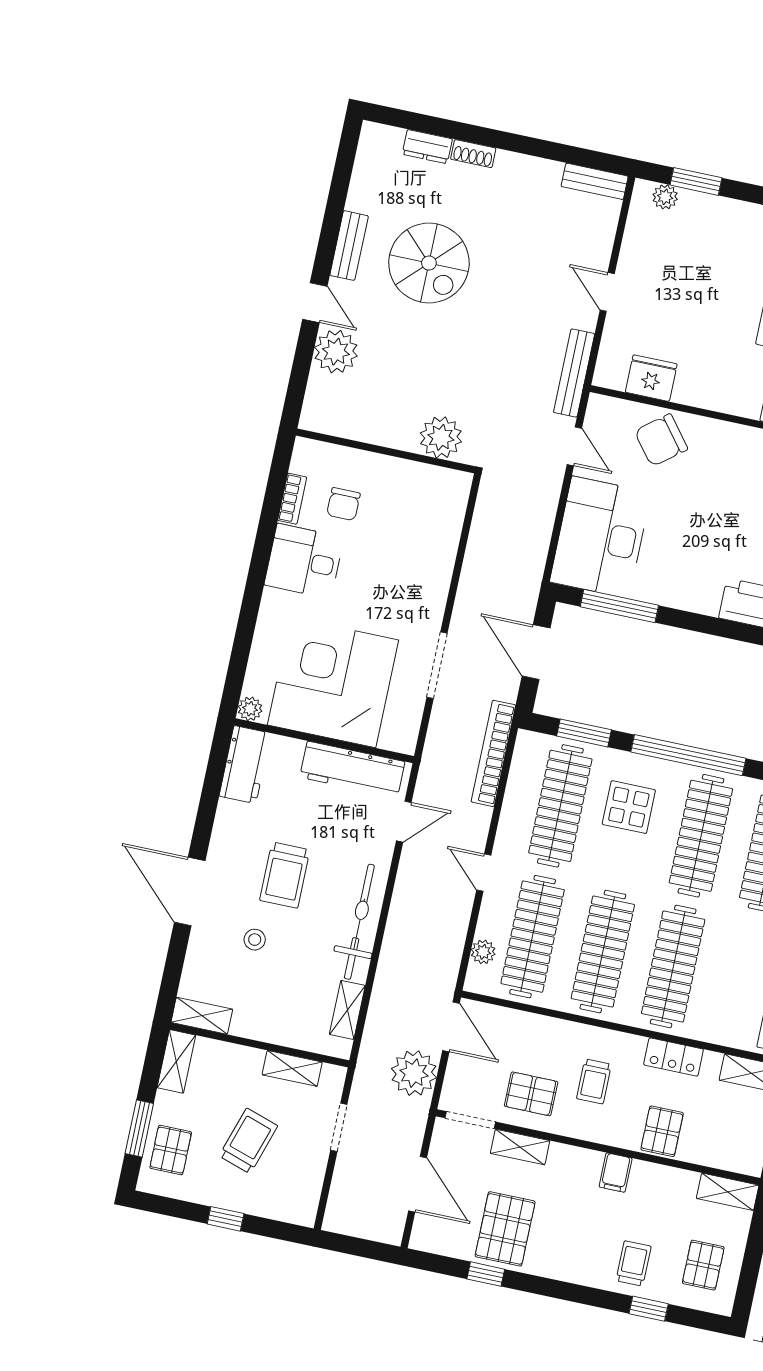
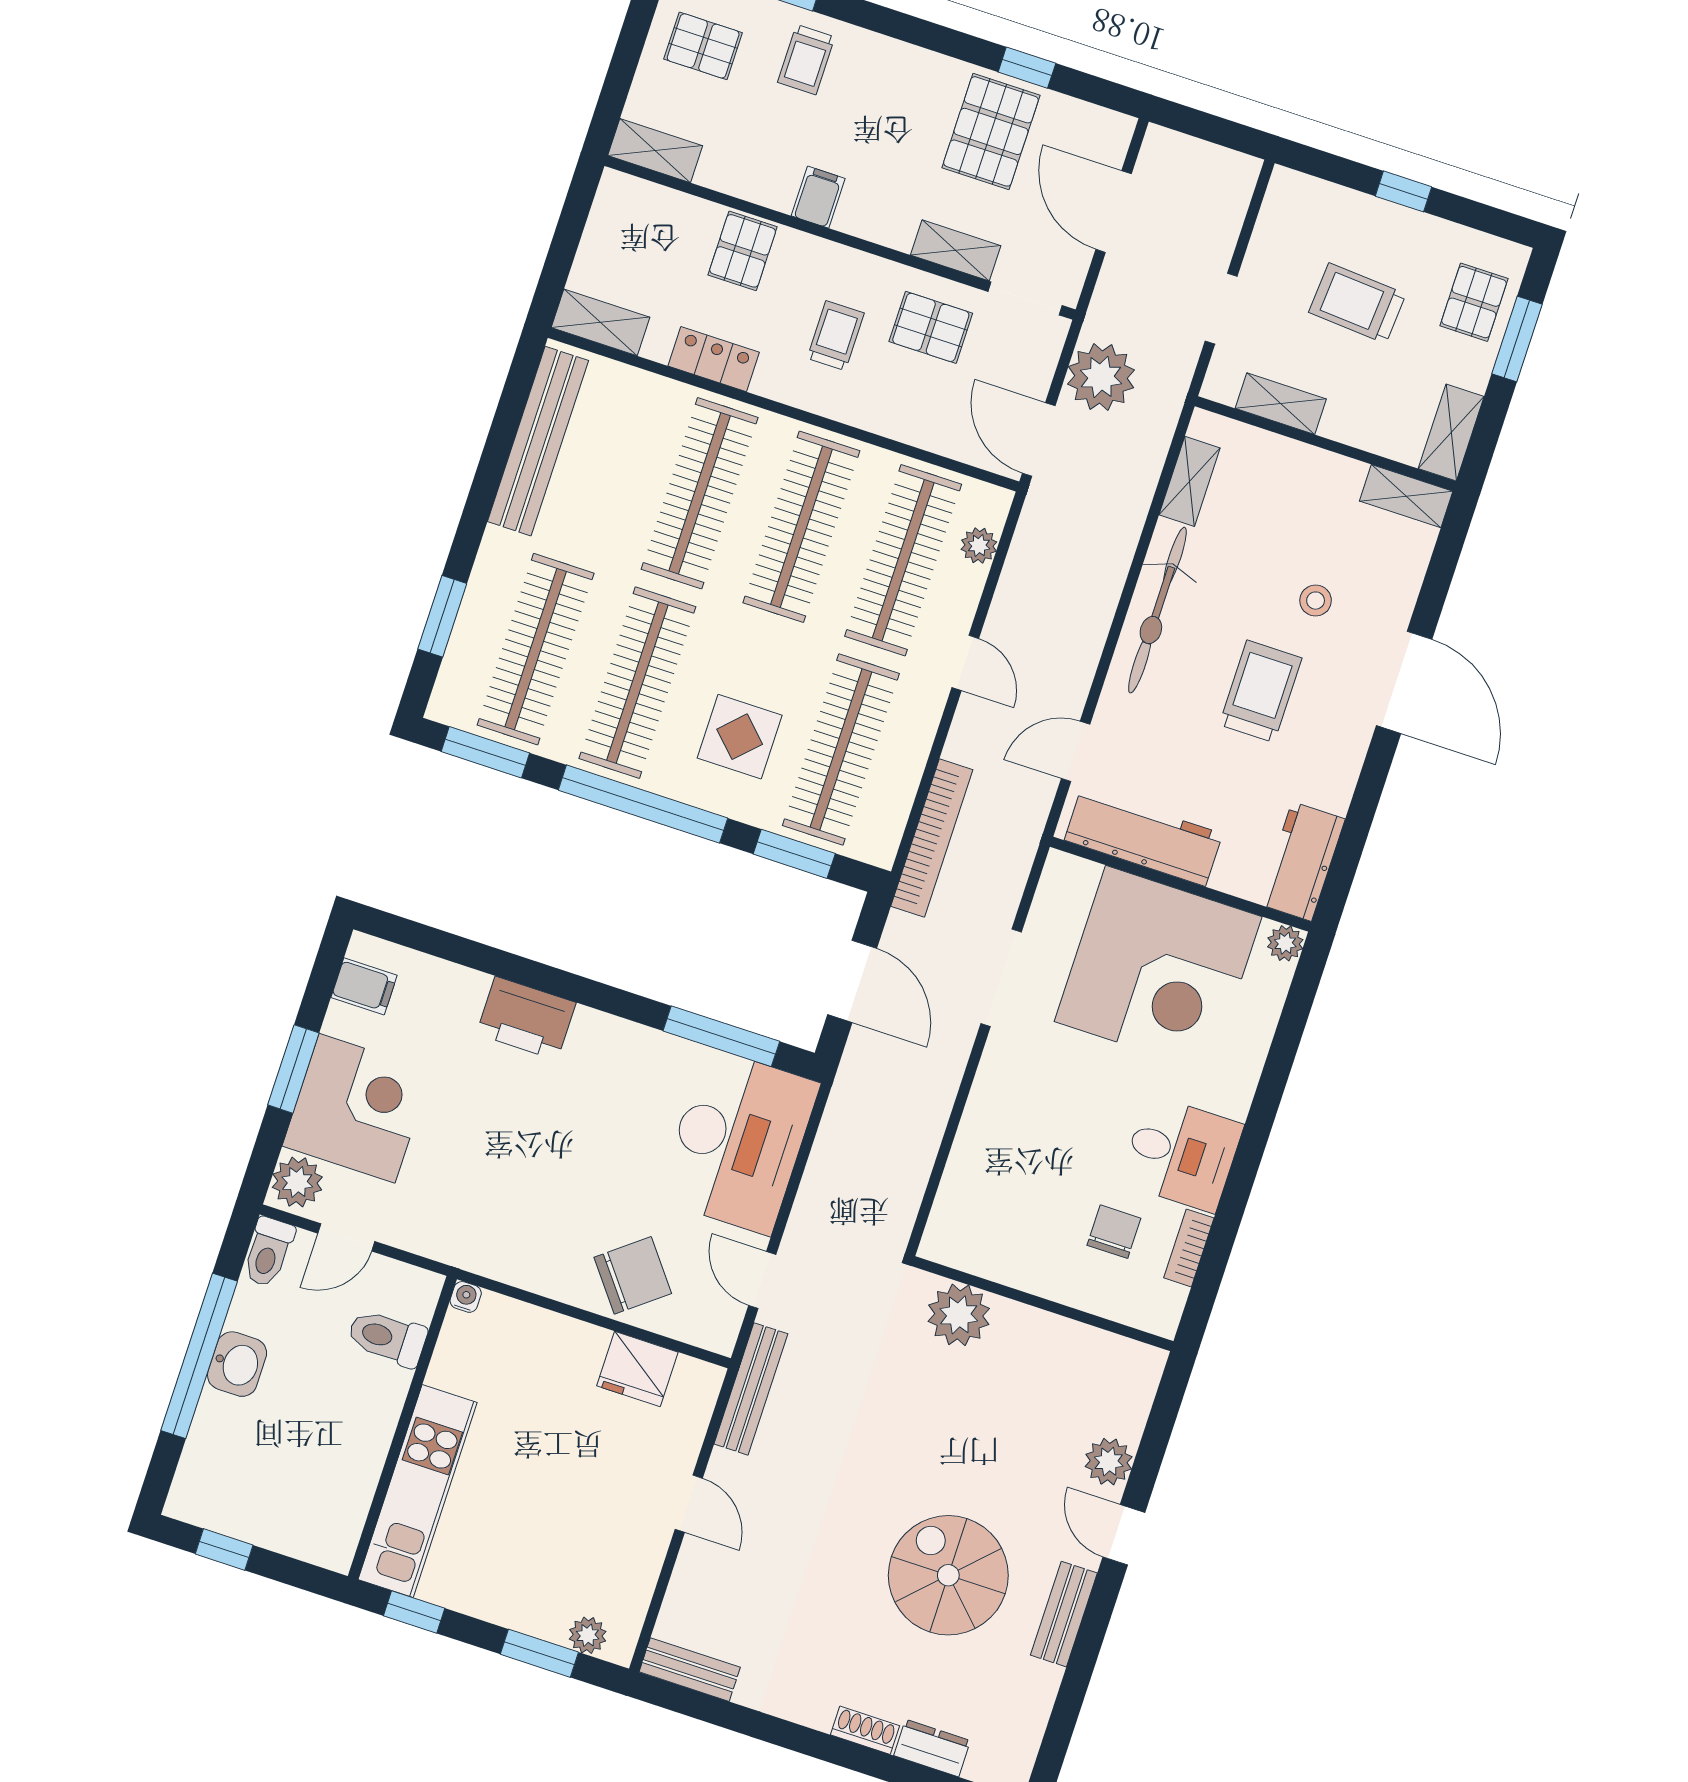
plant: (336, 352) -> (1109, 1462), width x0.73, depth x0.73
trolley: (248, 1141) -> (1357, 303), turned 76
pallet: (703, 1265) -> (703, 46), turned 90

